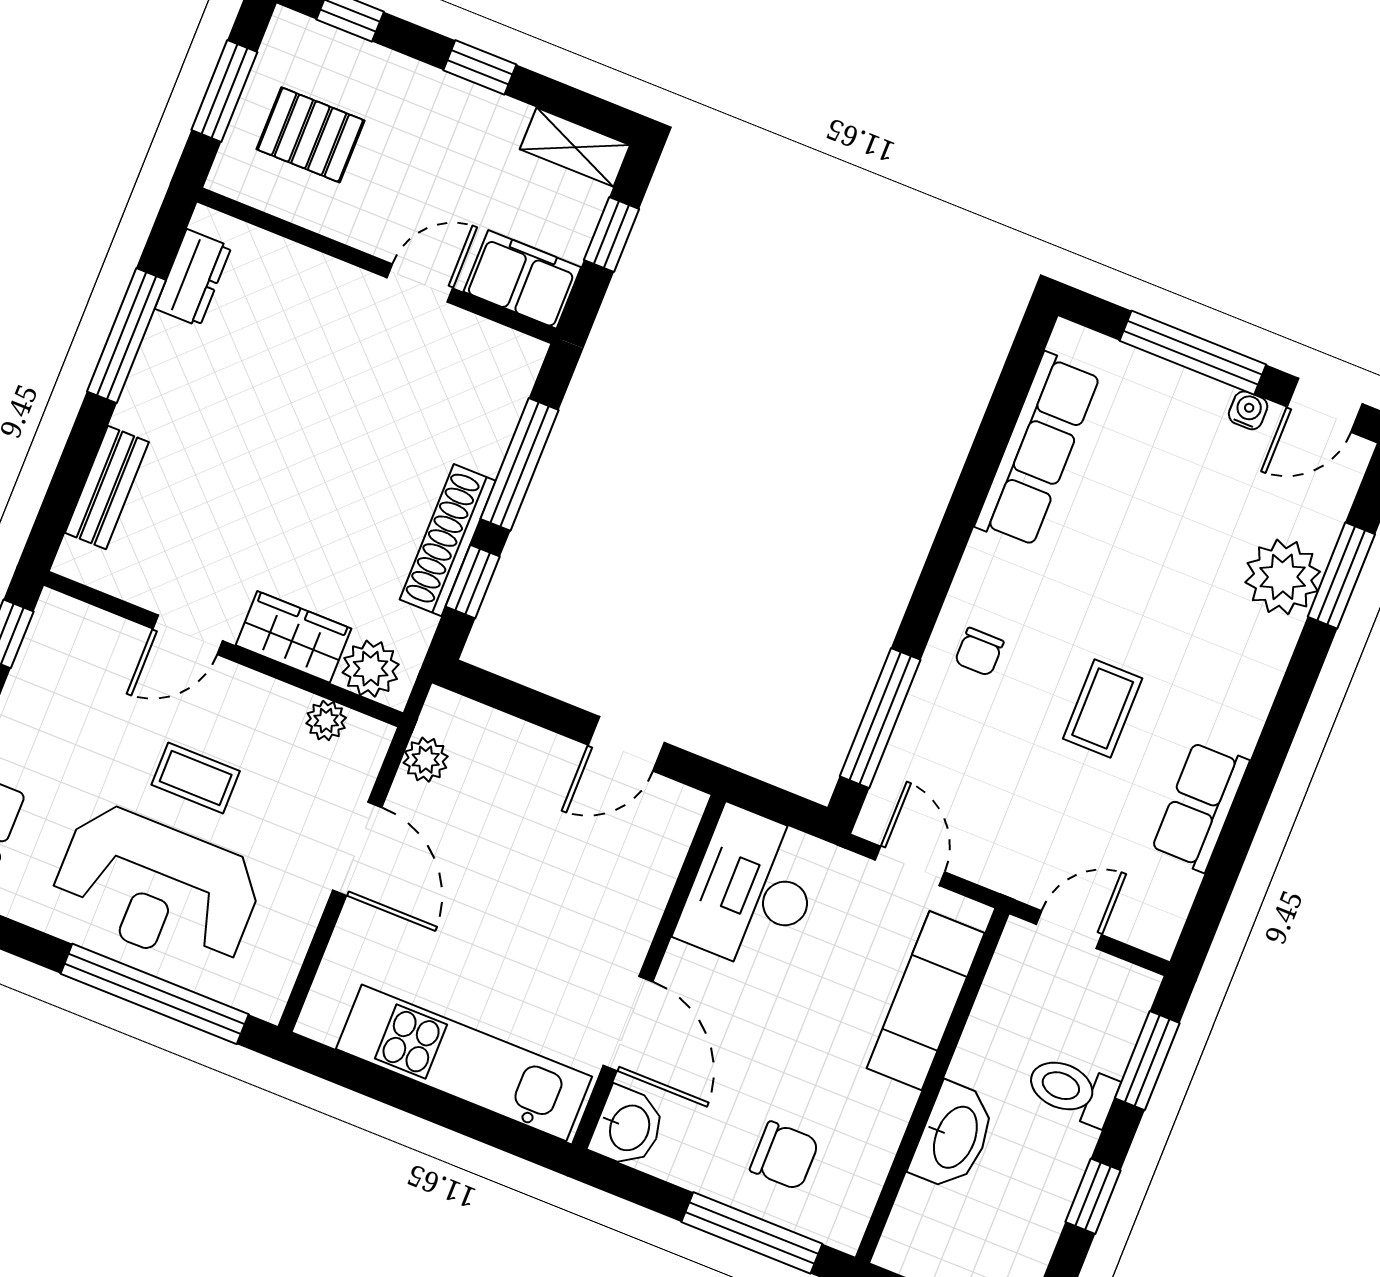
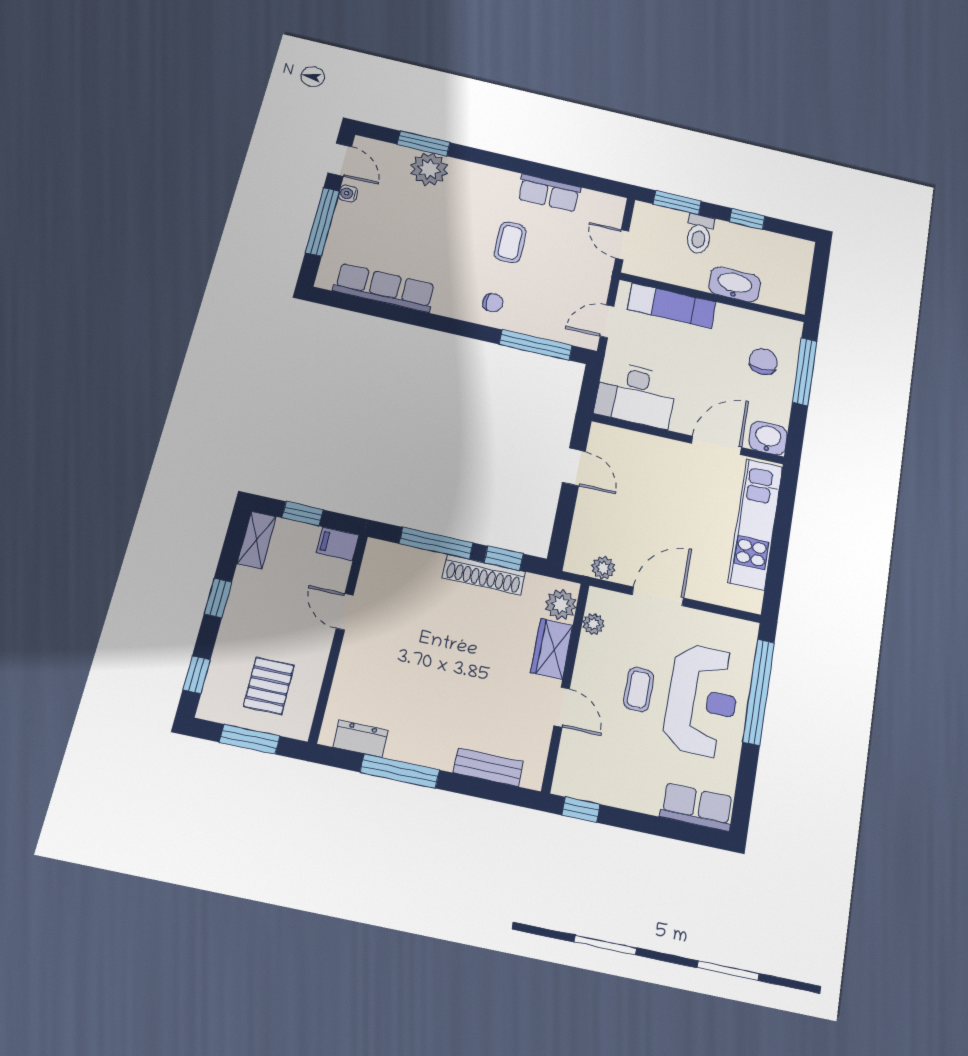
filing cabinet: (522, 279) -> (338, 544), width x0.50
coffee table: (1103, 709) -> (510, 242), turned 90

